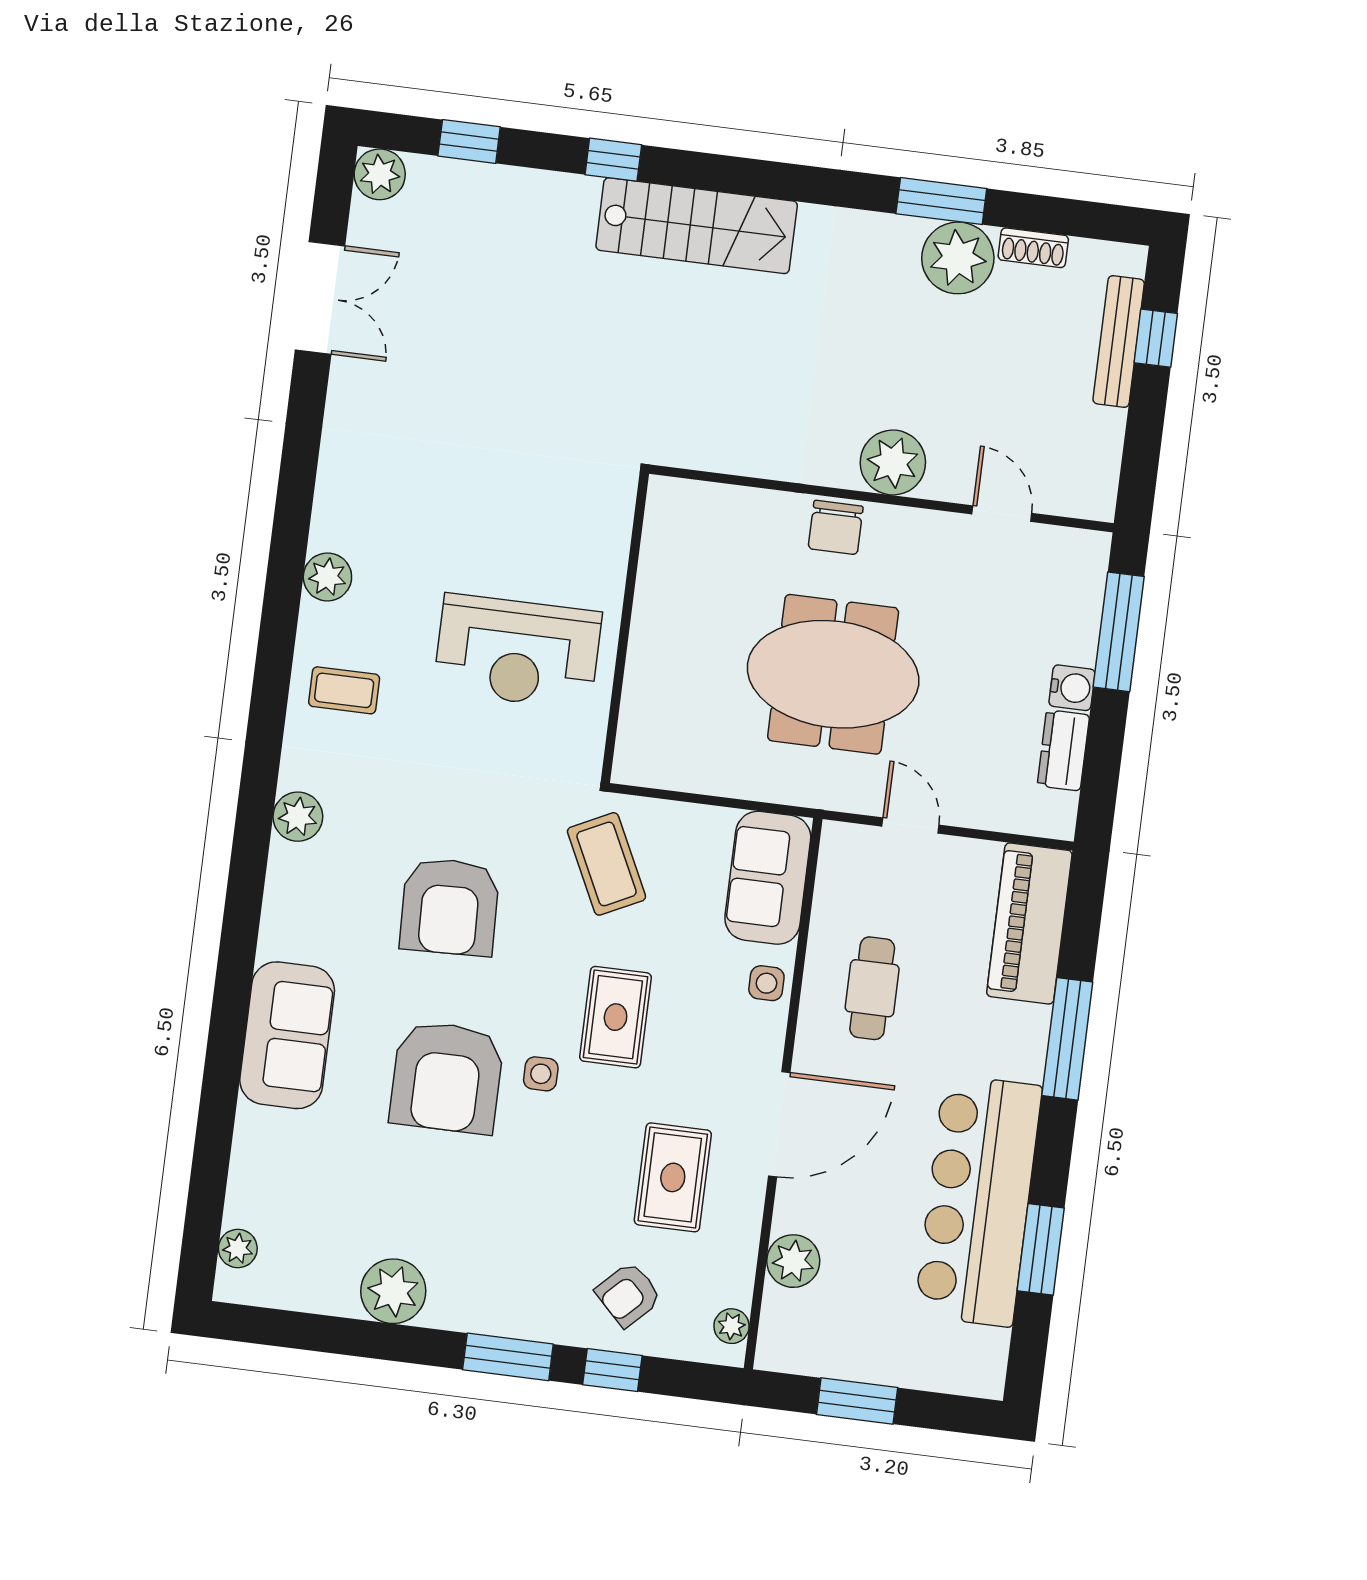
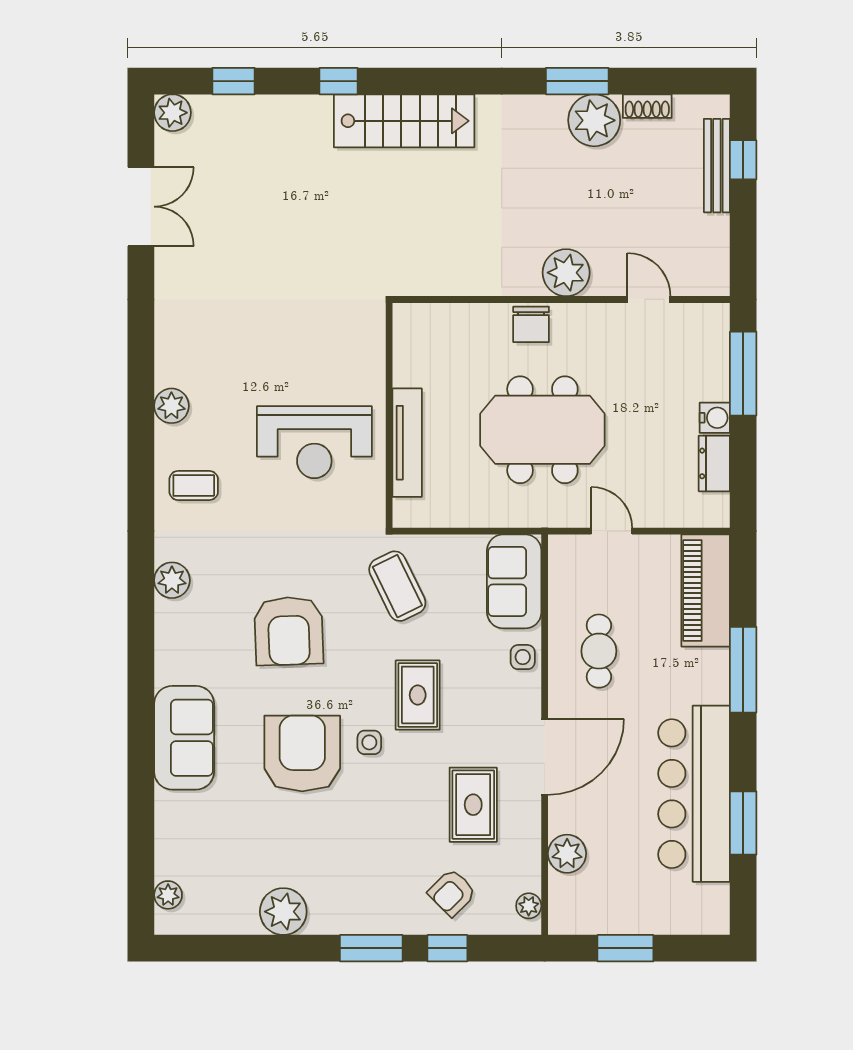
tv unit: (645, 669) -> (407, 443), added
armchair: (447, 1077) -> (302, 753), turned 180

